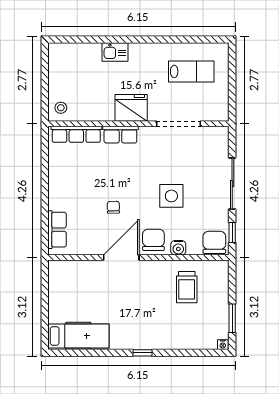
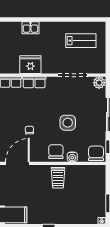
fridge: (131, 108) -> (30, 65), moved
plant: (219, 135) -> (99, 83), added
door: (121, 258) -> (17, 163), moved
trolley: (187, 287) -> (58, 178), moved

